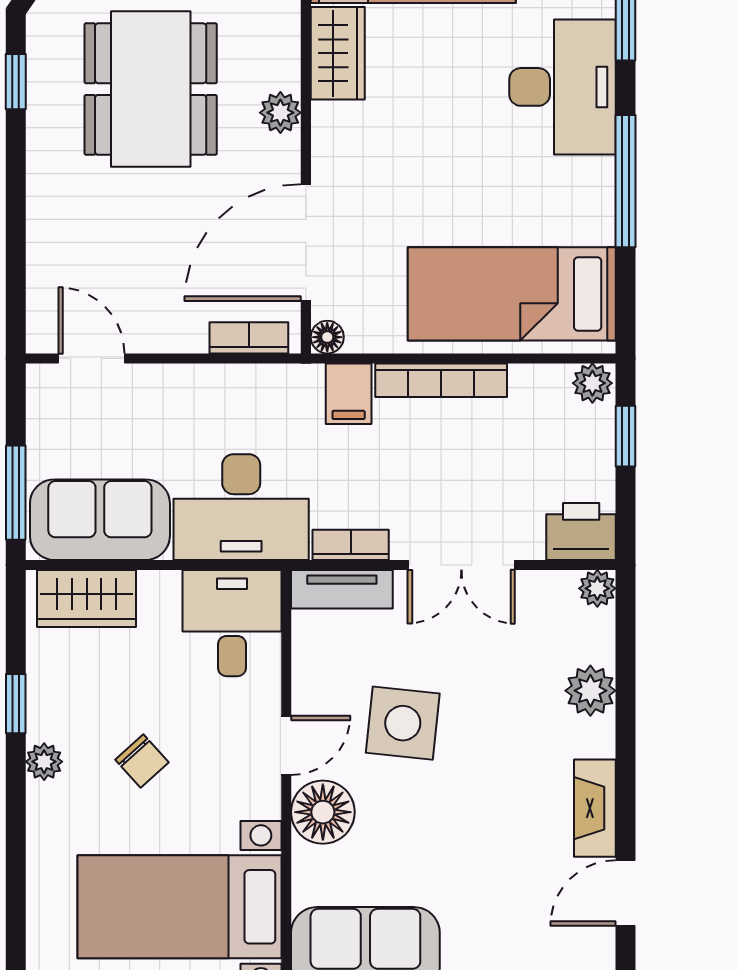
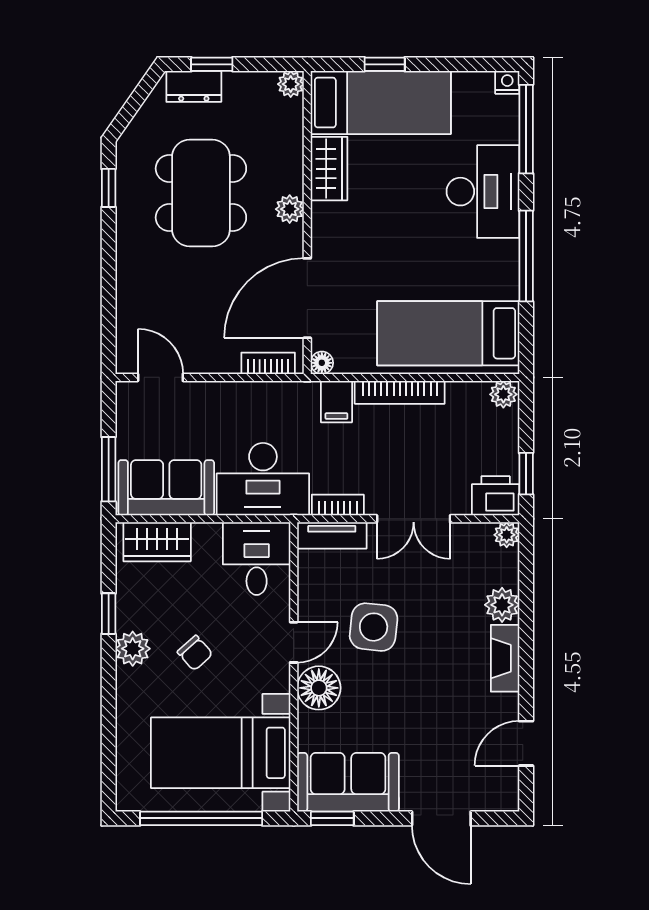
window: (626, 436) -> (526, 474), moved
plant: (44, 762) -> (133, 649), width x1.38, depth x1.38
fireplace: (595, 808) -> (505, 658), moved

